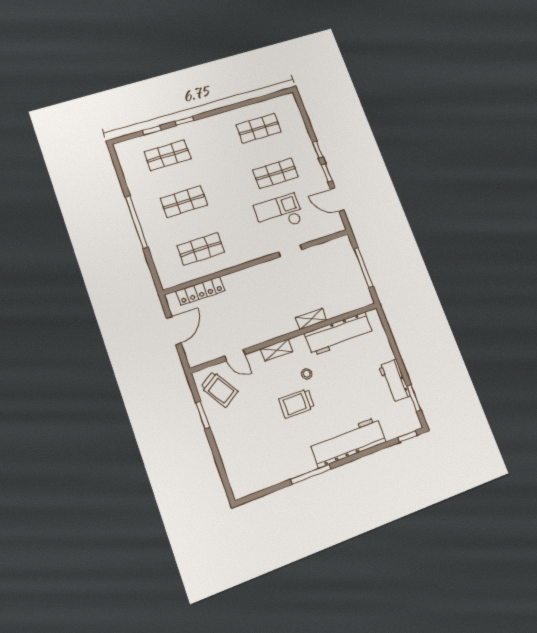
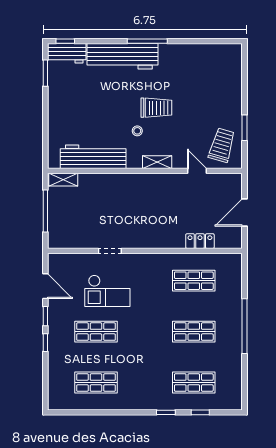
locker: (200, 291) -> (200, 241), width x0.66
shelving: (311, 319) -> (63, 180), moved
workbench: (394, 381) -> (67, 53), moved, turned 90
trolley: (219, 389) -> (222, 145), turned 48
window: (311, 474) -> (147, 41), moved

